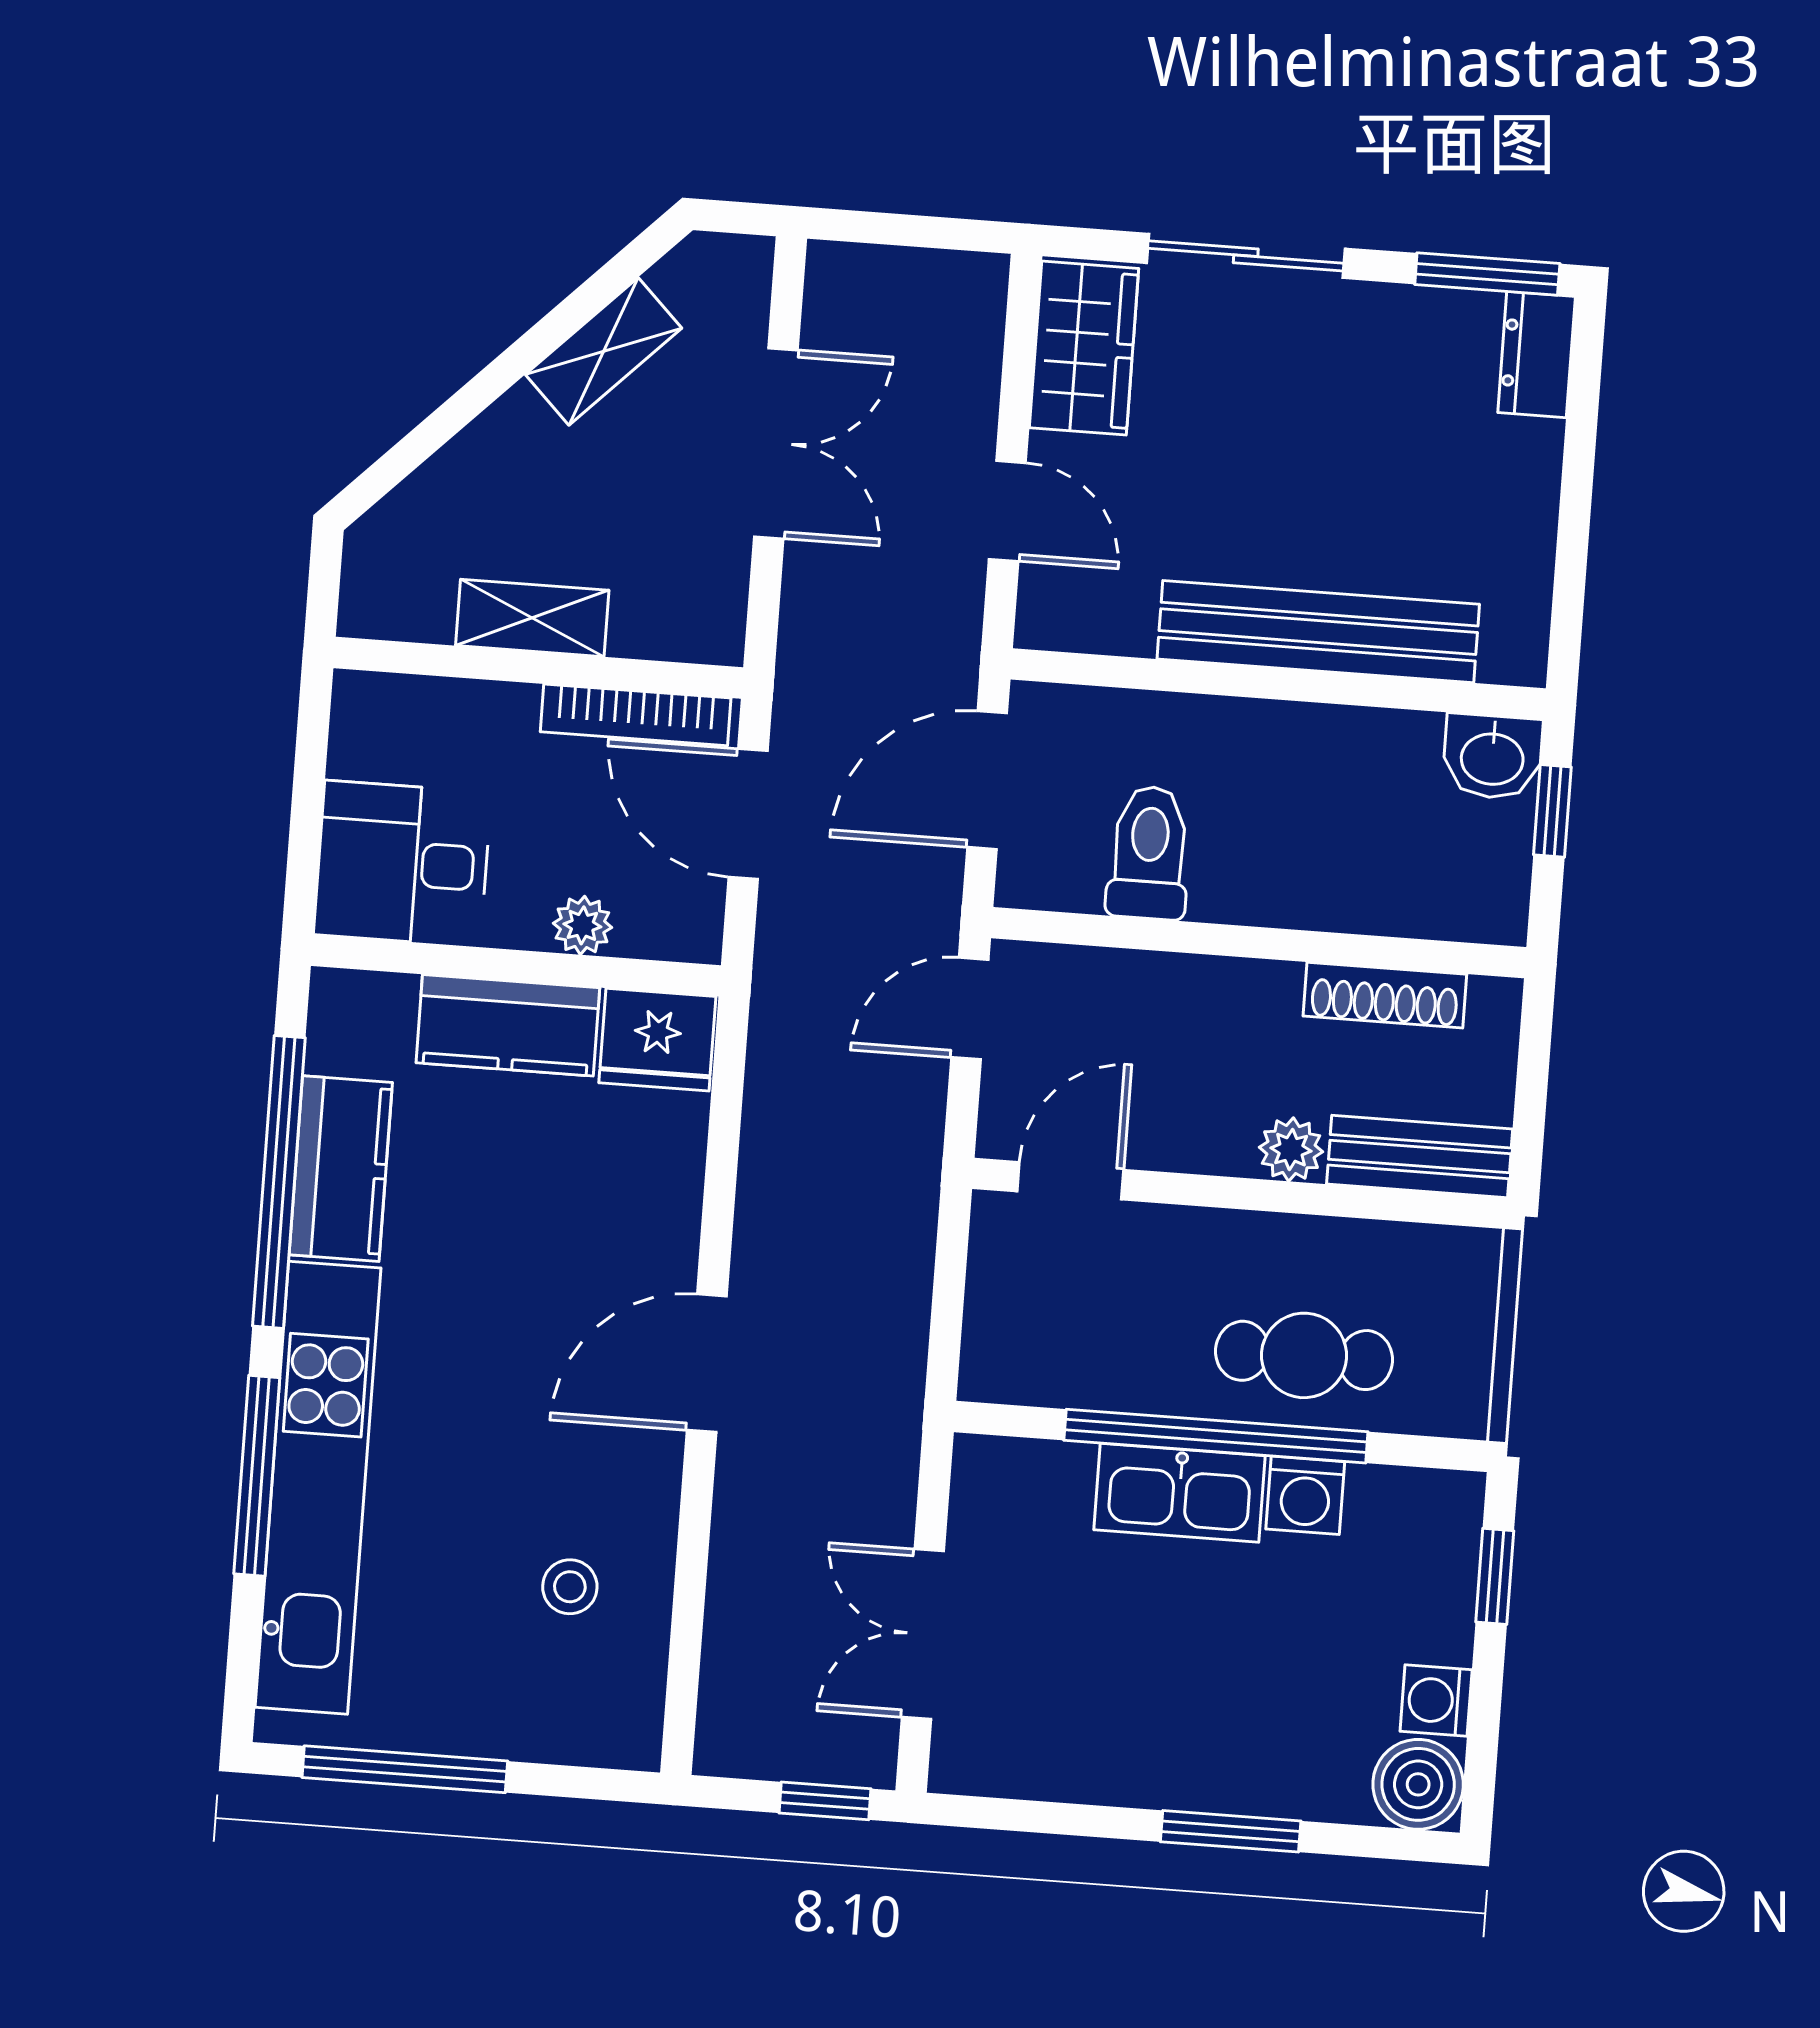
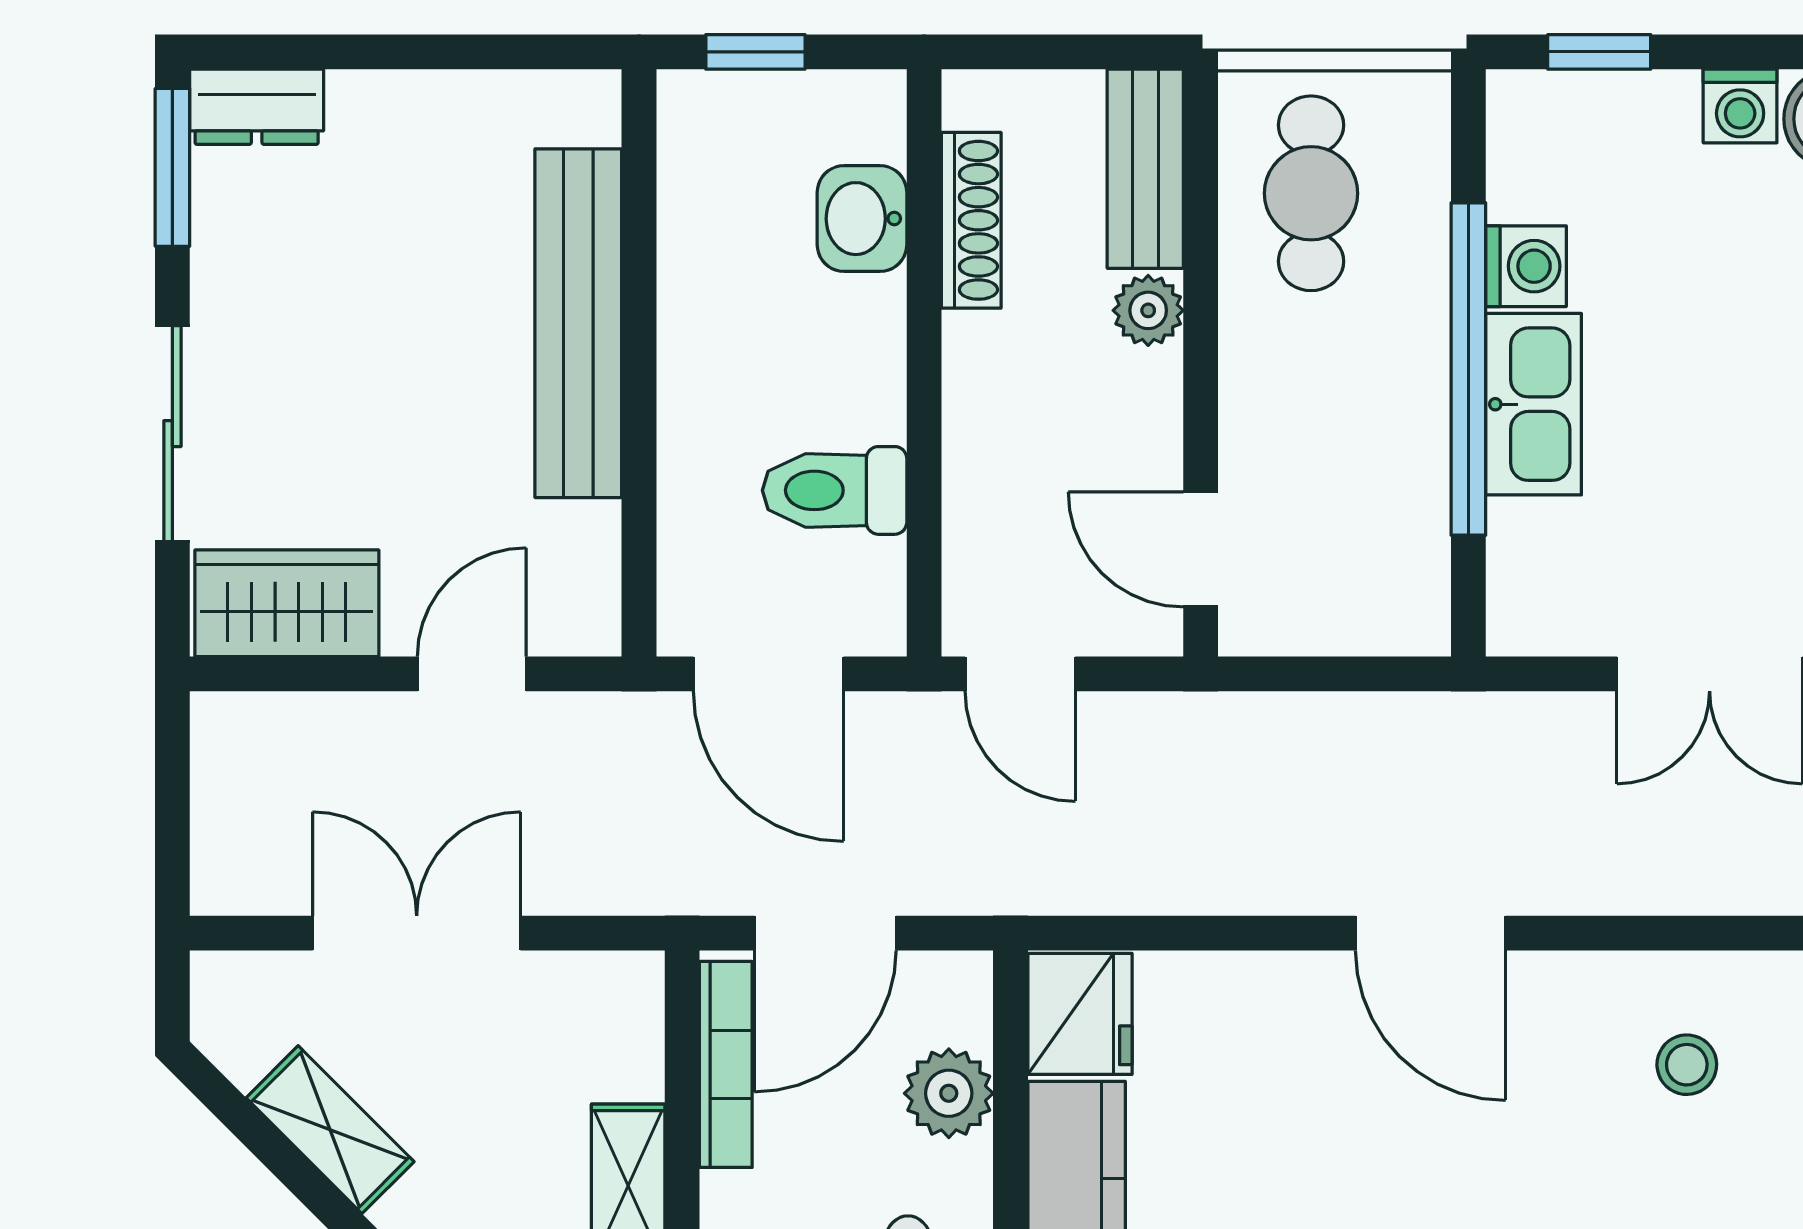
washbasin: (1492, 757) -> (862, 219), moved, turned 180
plant: (582, 925) -> (949, 1093), width x1.38, depth x1.38
cafe table: (1304, 1355) -> (1311, 193), moved

